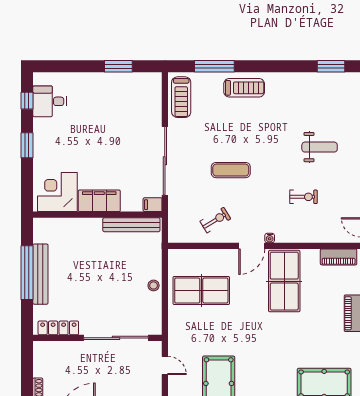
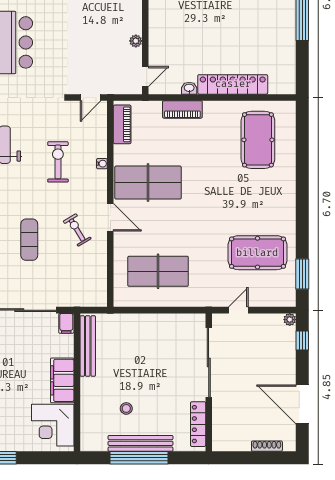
exercise bike: (303, 197) -> (58, 162), width x1.38, depth x1.39
exercise bike: (215, 220) -> (77, 230), moved
water cooler: (270, 238) -> (102, 164), moved
stool: (154, 285) -> (126, 408), moved
table tennis table: (201, 290) -> (158, 271), turned 90

